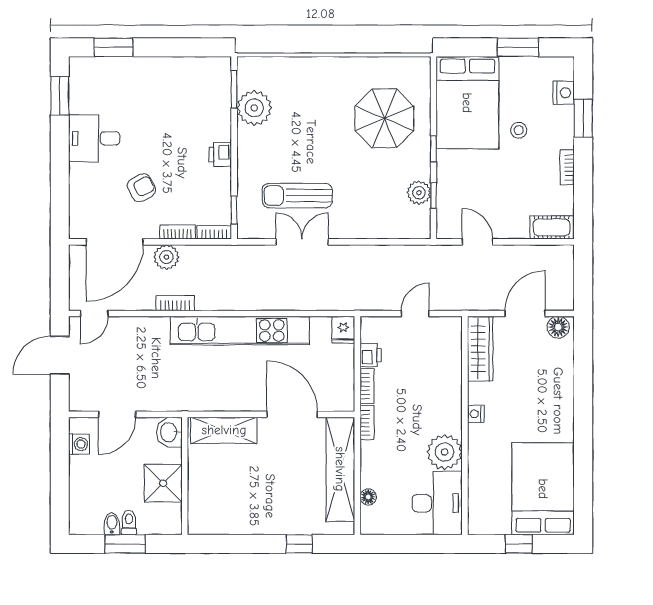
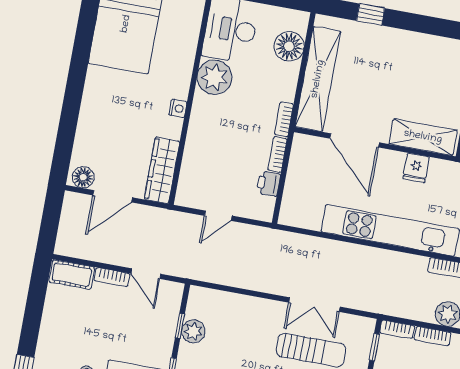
bookcase: (567, 167) -> (112, 277), moved, turned 90
fridge: (343, 330) -> (416, 168), moved, turned 180
floor lamp: (368, 497) -> (289, 46), width x1.89, depth x1.89

